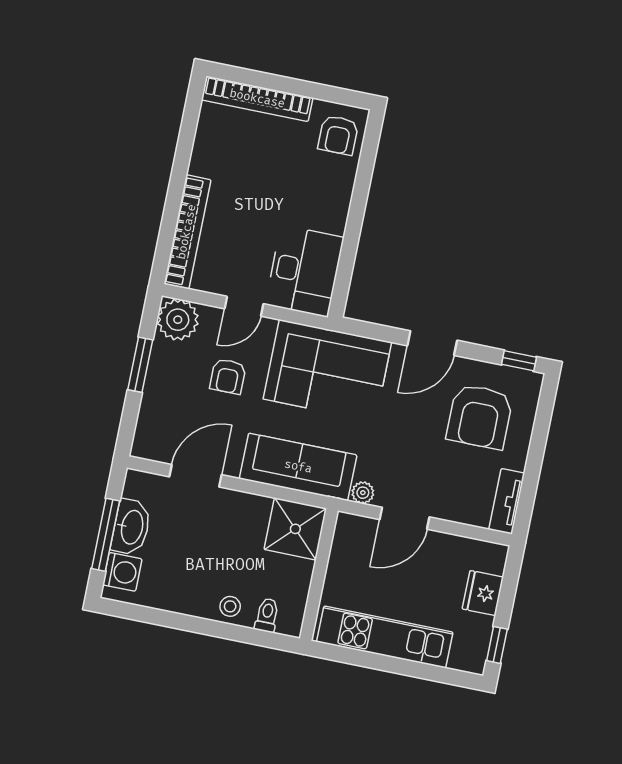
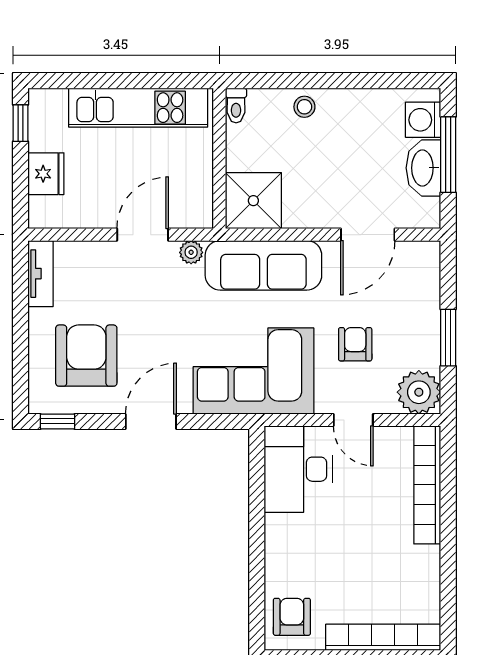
door: (244, 306) -> (353, 420), swing flipped
toilet: (267, 615) -> (236, 105), moved

